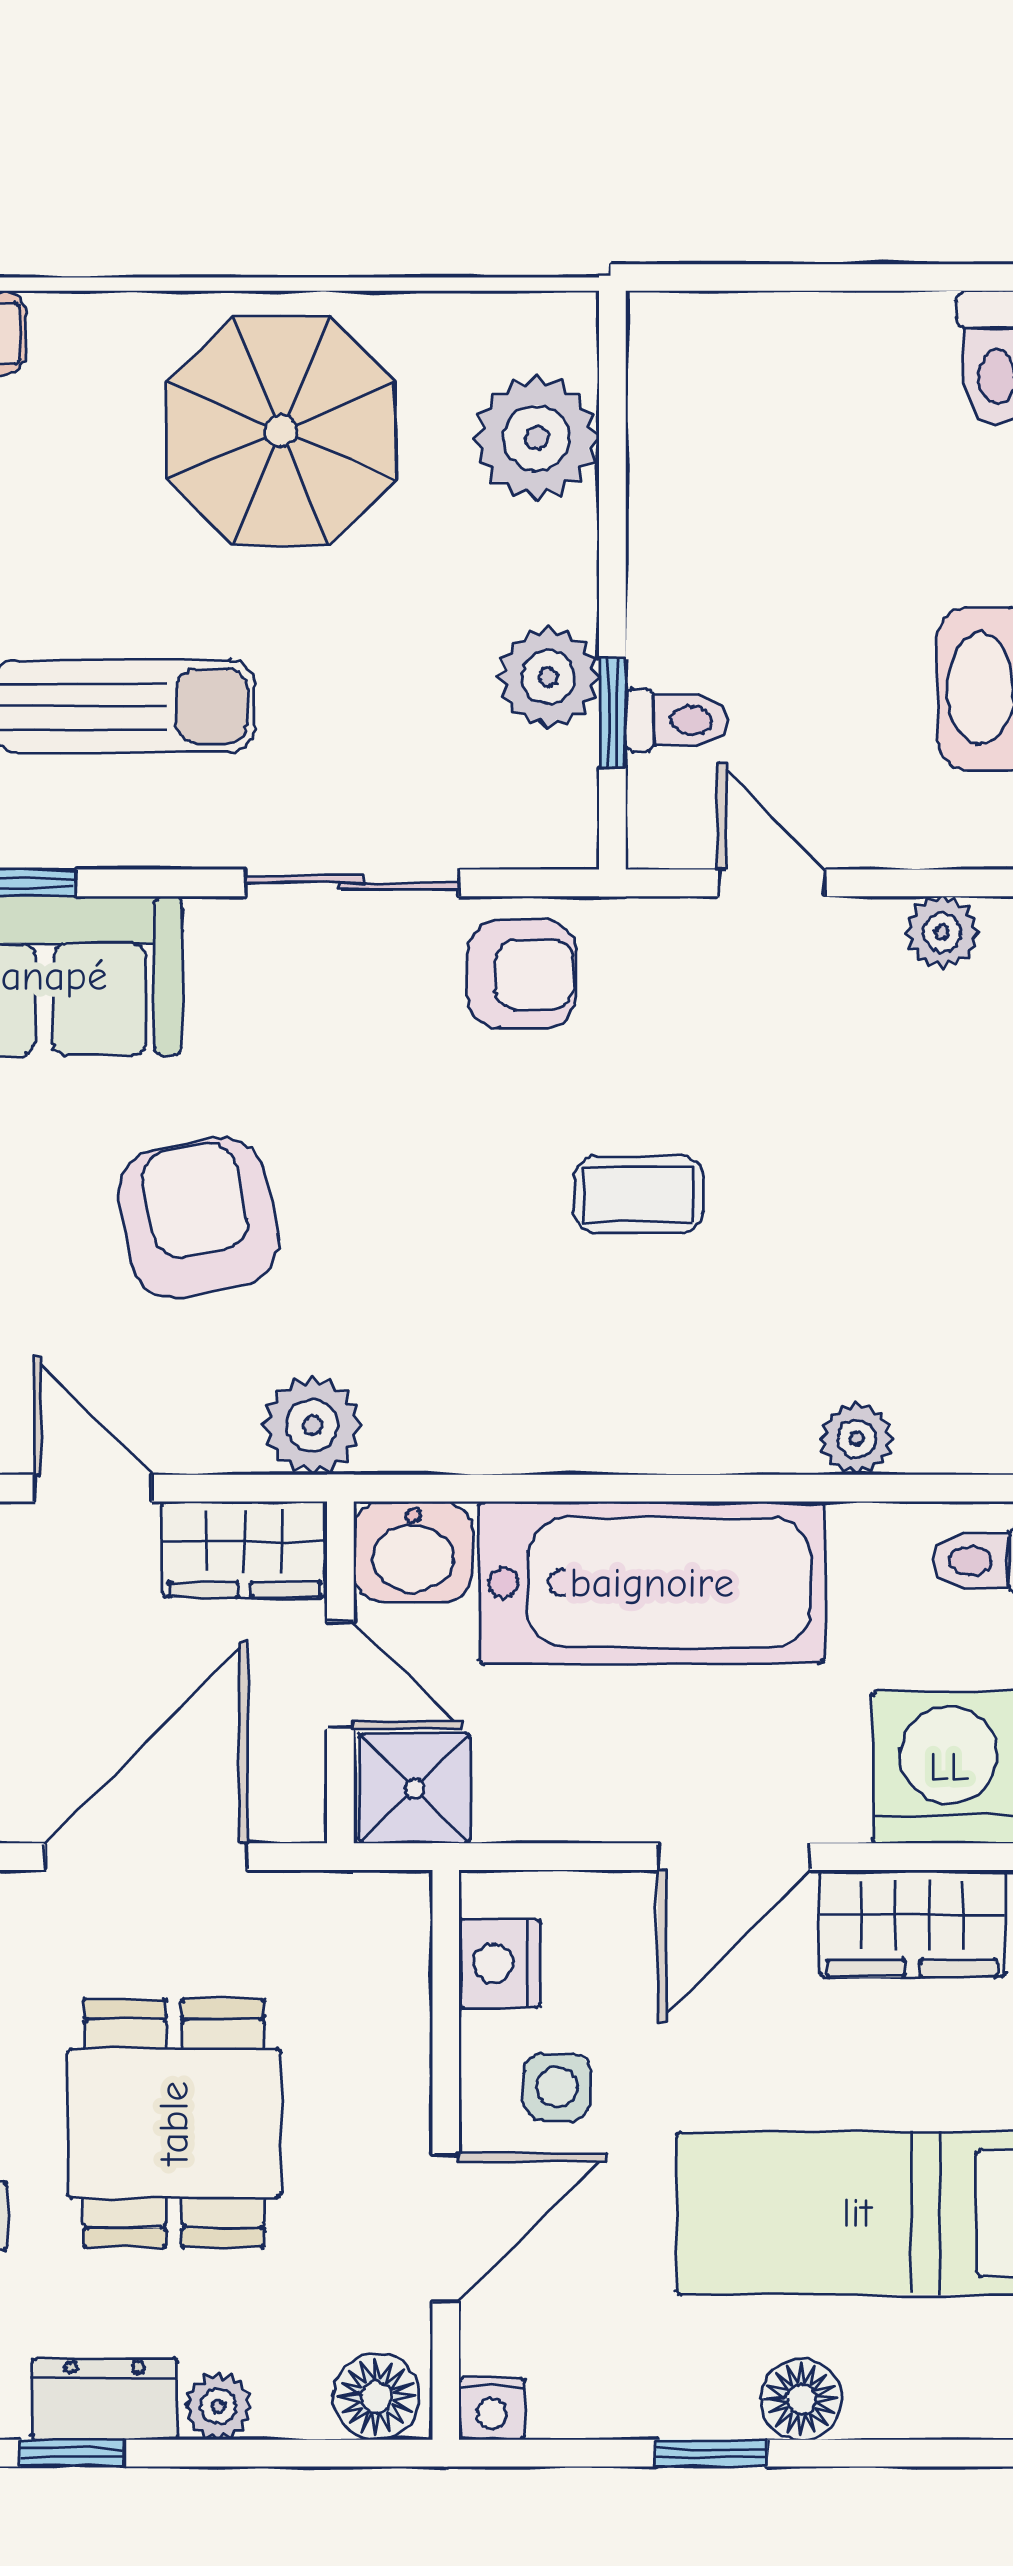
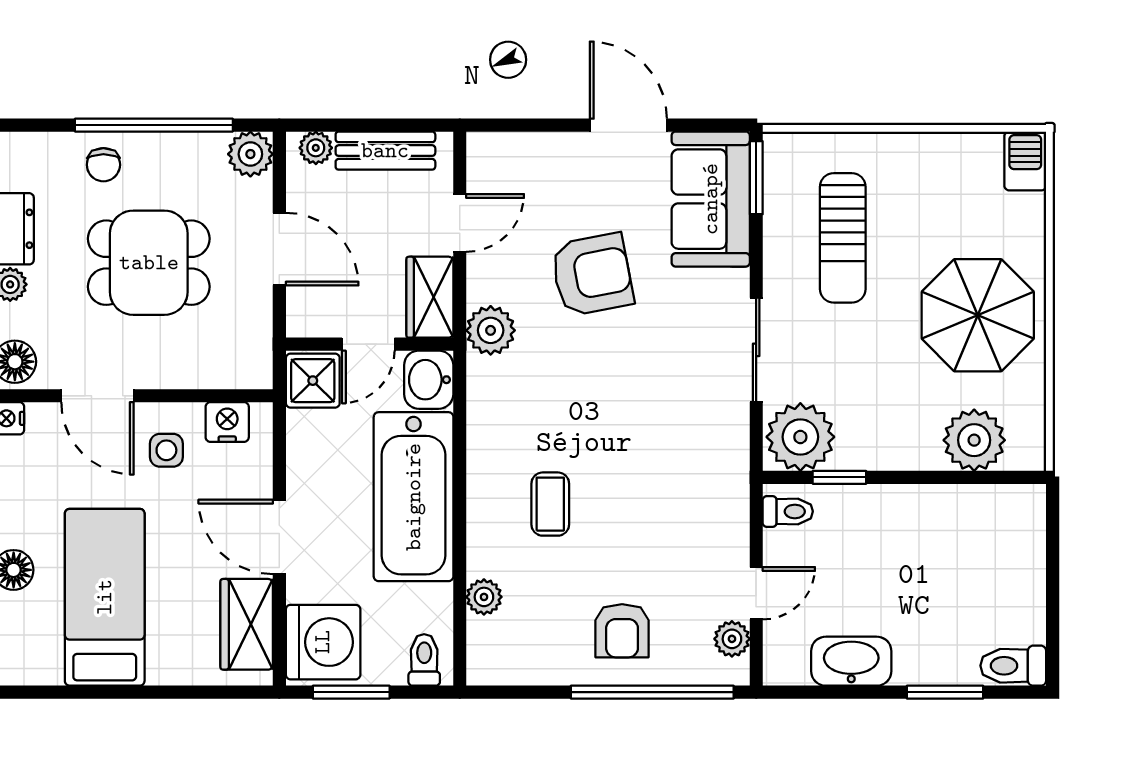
plant: (548, 677) -> (800, 437), moved, width x1.36, depth x1.36
toilet: (677, 720) -> (788, 511), moved, turned -90
door: (771, 883) -> (756, 593), moved
armchair: (522, 974) -> (622, 631), moved
coffee table: (639, 1194) -> (550, 504), moved
door: (146, 1857) -> (279, 249), width x0.73

